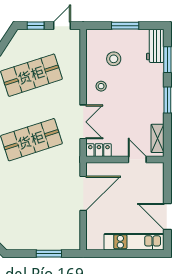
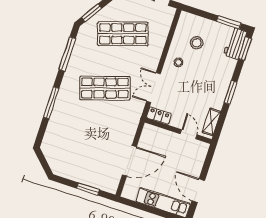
window: (125, 26) -> (229, 22), moved
window: (167, 60) -> (245, 49), moved
double door: (83, 122) -> (153, 88), swing flipped
door: (83, 193) -> (129, 161), moved

